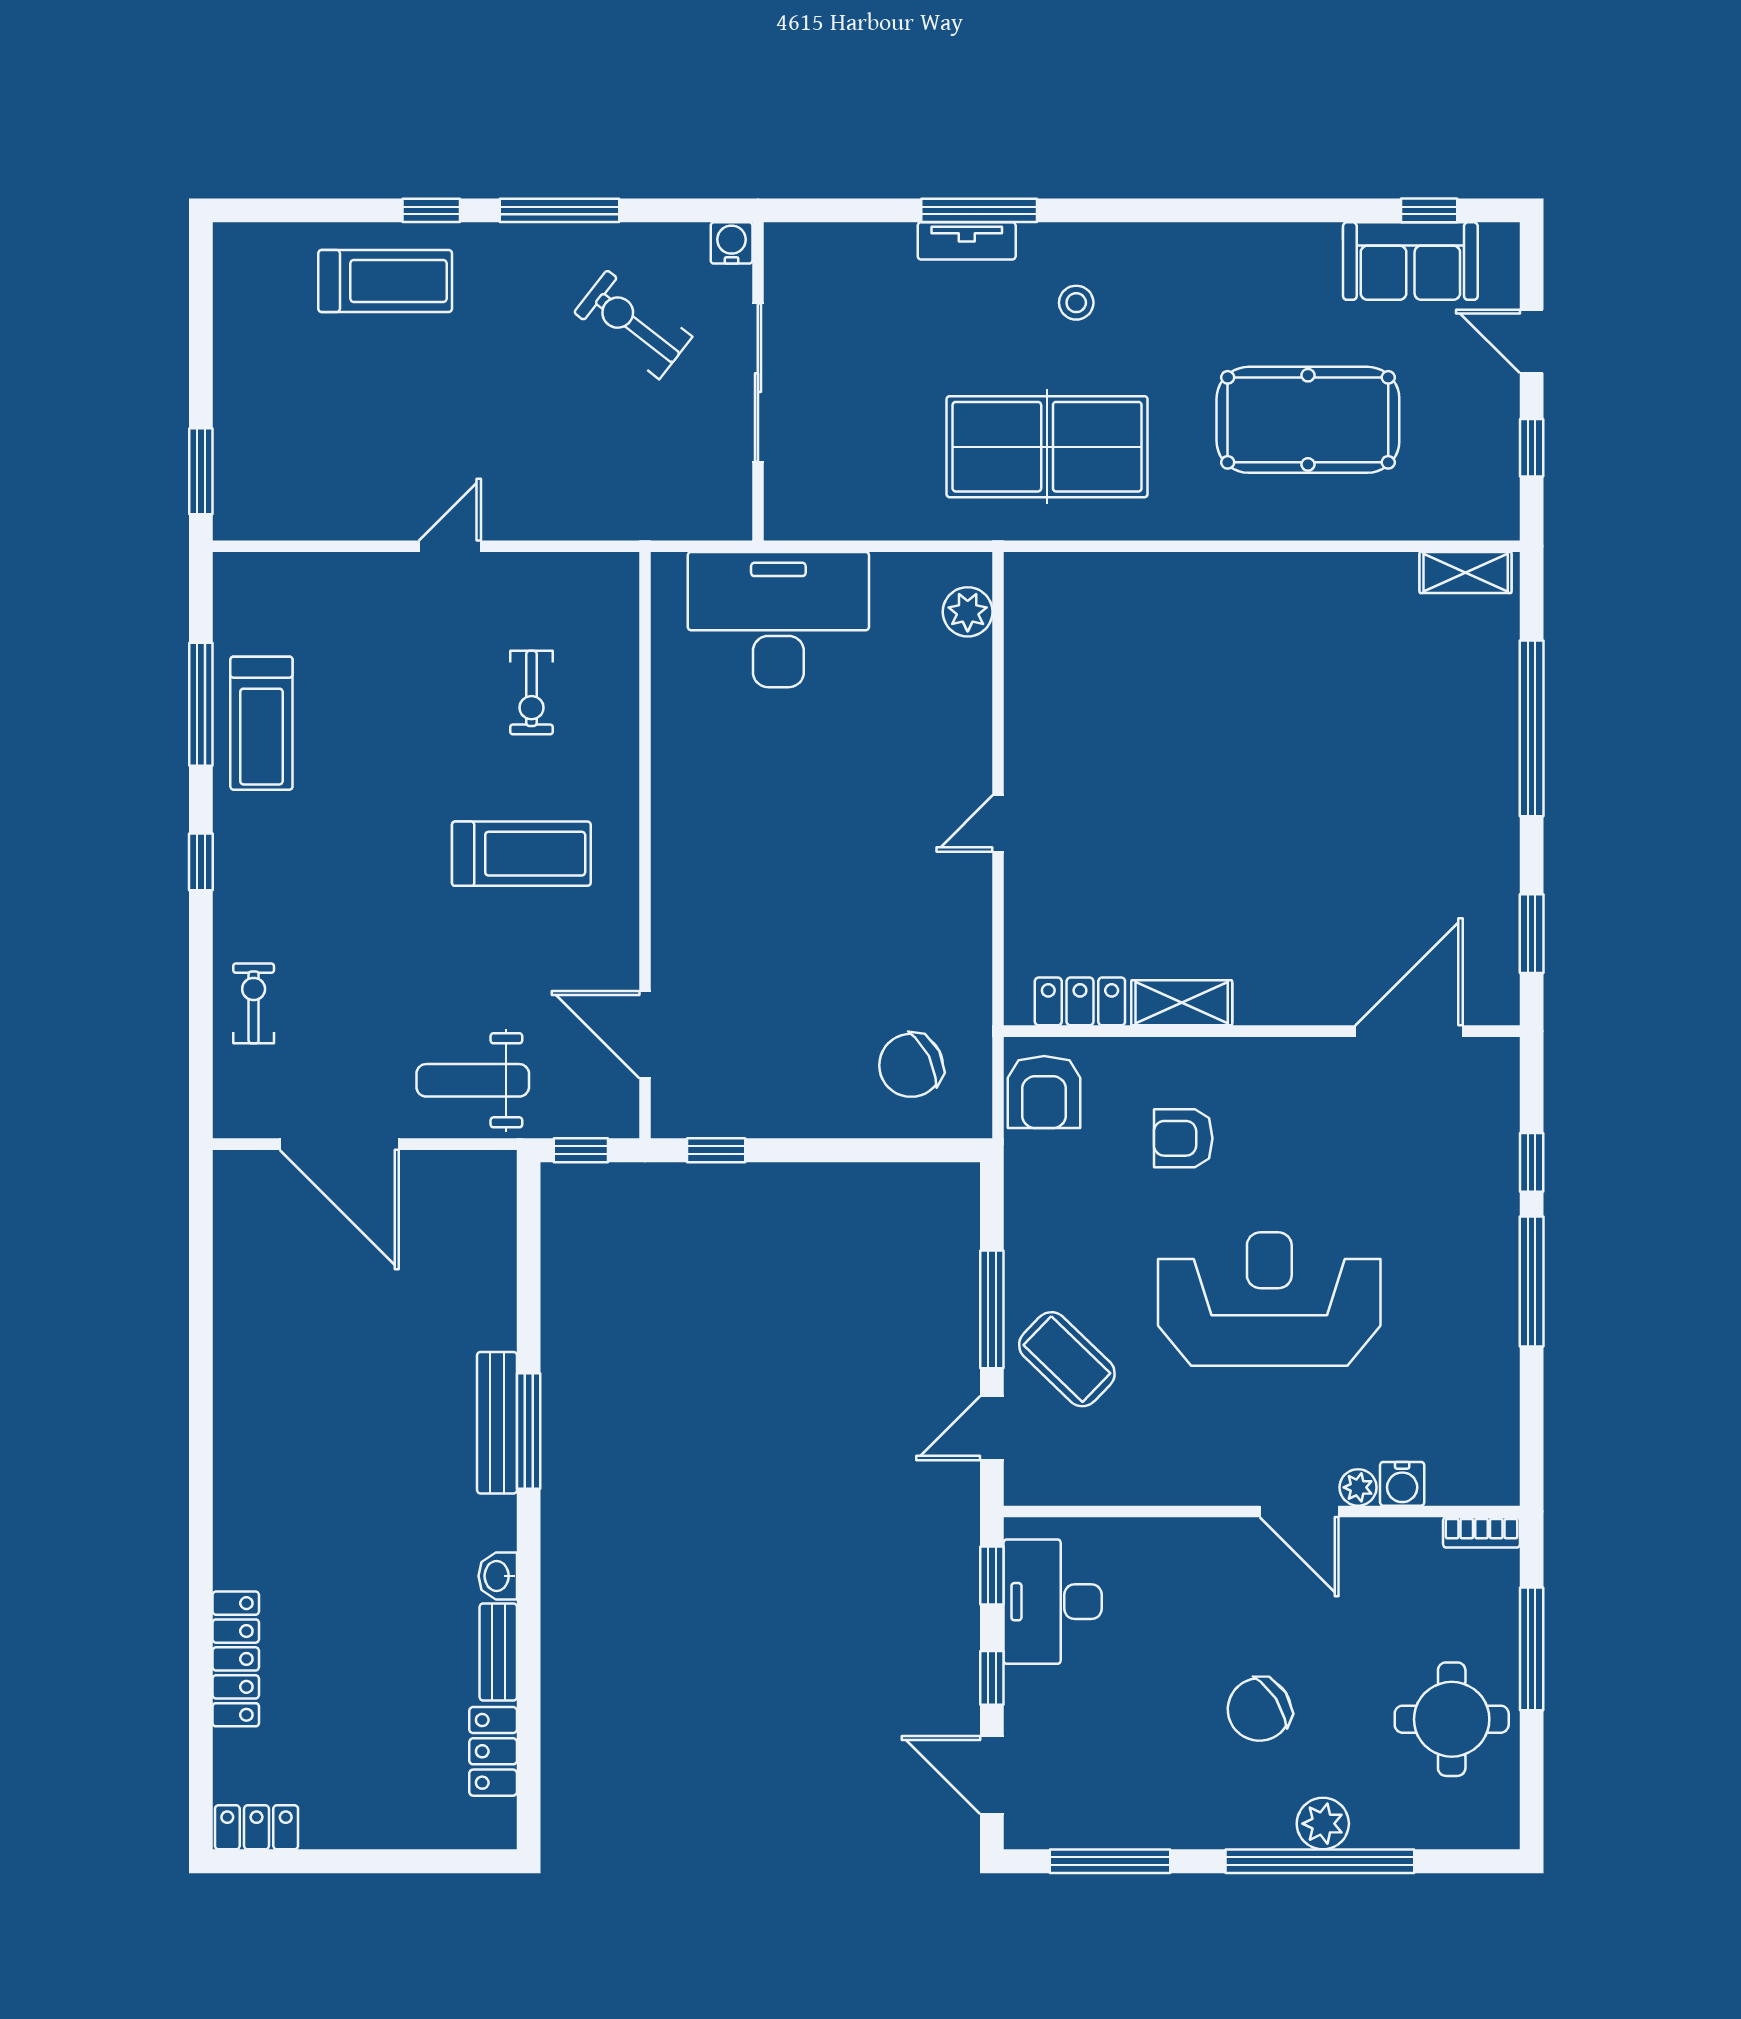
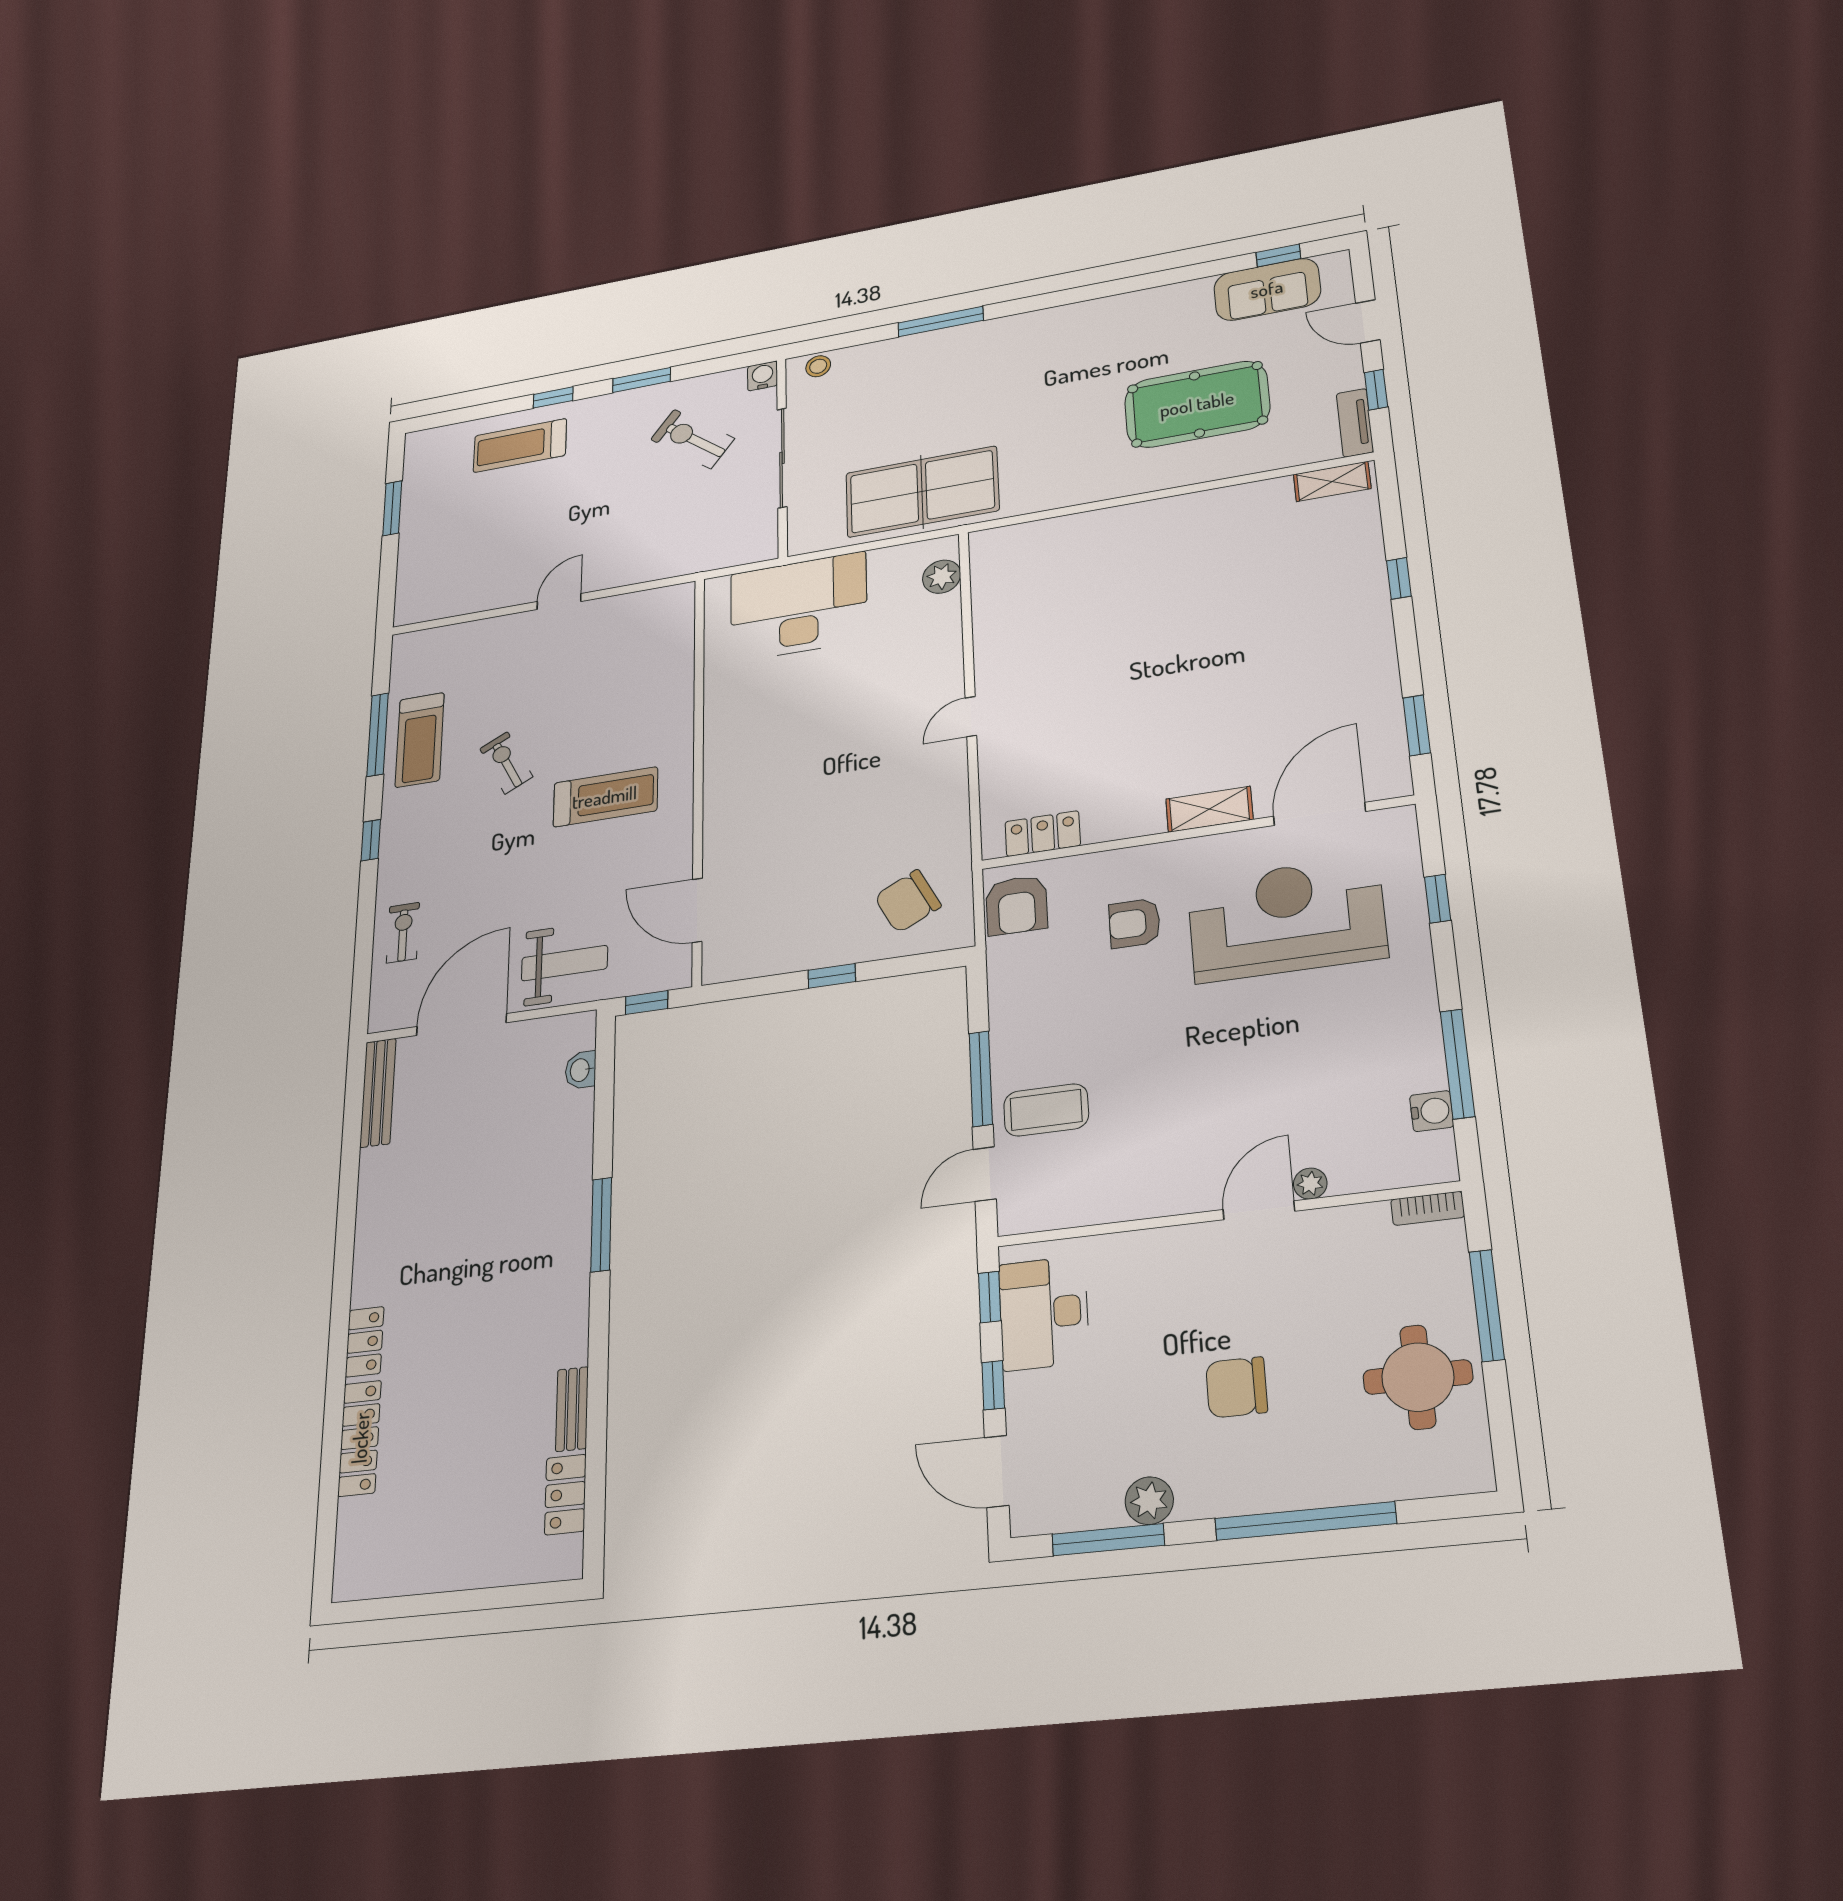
window: (559, 210) -> (642, 380), width x0.69
tv unit: (967, 241) -> (1355, 423), moved, turned 90
treadmill: (385, 281) -> (520, 446), turned 180
stool: (1076, 303) -> (818, 366), moved
table tennis table: (1047, 447) -> (922, 492), moved
window: (201, 471) -> (392, 508), moved
exercise bike: (532, 693) -> (506, 763), moved, turned 153
window: (1532, 728) -> (1399, 578), width x0.32
shelving: (1182, 1003) -> (1209, 809), moved
weight bench: (473, 1080) -> (564, 963), turned 180
door: (339, 1144) -> (461, 1025), swing flipped
window: (716, 1150) -> (832, 976), moved
window: (1532, 1282) -> (1458, 1064), moved
reception desk: (1269, 1299) -> (1287, 919), moved
coffee table: (1067, 1359) -> (1046, 1110), turned -44
bench: (497, 1423) -> (378, 1093), moved
water cooler: (1402, 1484) -> (1432, 1111), moved, turned -90
door: (1299, 1511) -> (1259, 1210), swing flipped
washbasin: (498, 1576) -> (581, 1070), moved
chair: (1259, 1709) -> (1237, 1387), turned 33
plant: (1323, 1824) -> (1149, 1501), moved
locker: (257, 1827) -> (365, 1342), moved, turned 90

